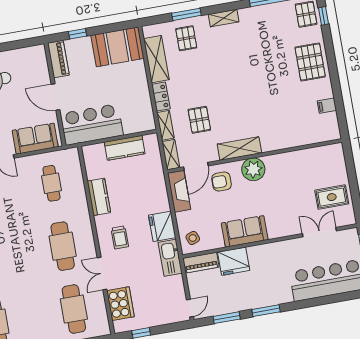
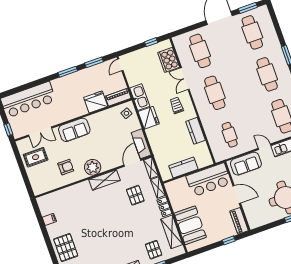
booth: (117, 47) -> (190, 225), moved, turned 90
armchair: (222, 182) -> (66, 167), moved
sofa: (245, 231) -> (74, 130), moved
double door: (102, 273) -> (185, 79), swing flipped

